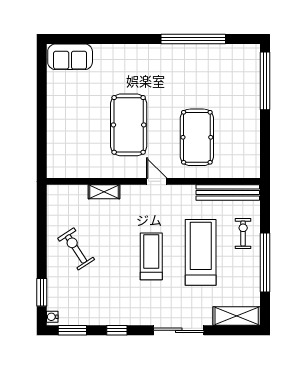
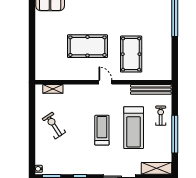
pool table: (129, 125) -> (87, 46), turned 90
shelving: (104, 192) -> (53, 89), moved
treadmill: (201, 252) -> (134, 128), turned 180
window: (42, 292) -> (32, 153), removed

